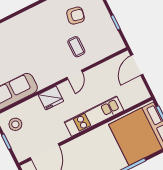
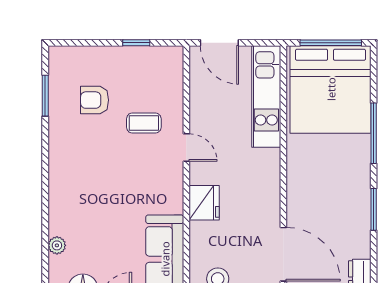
armchair: (76, 16) -> (95, 100), turned -101
kitchen unit: (94, 116) -> (266, 97), moved

